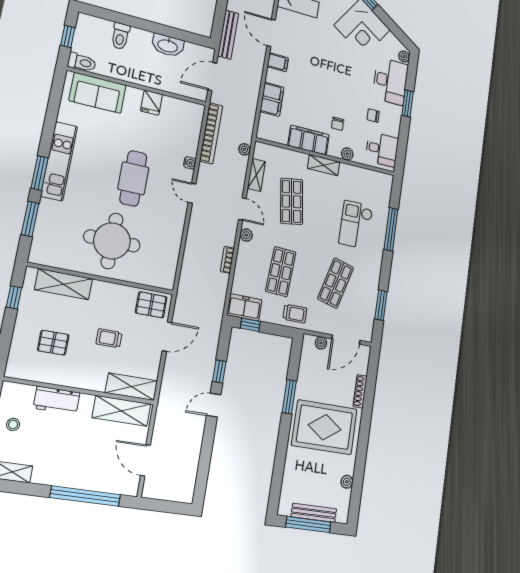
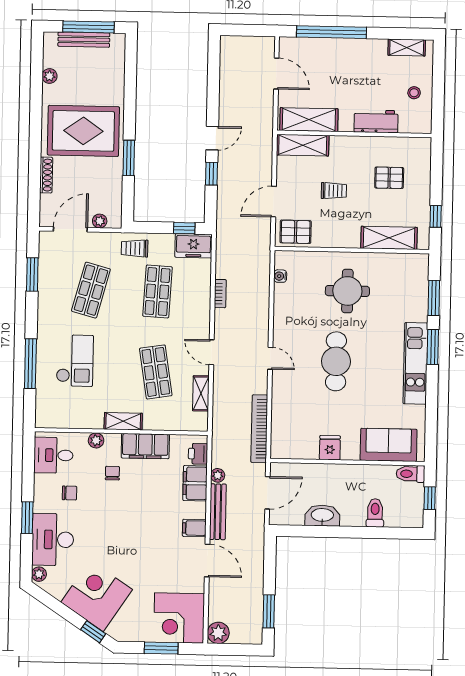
bench: (228, 35) -> (218, 512), moved
printer: (266, 124) -> (198, 454), added
plant: (244, 149) -> (218, 475), moved
water cooler: (190, 163) -> (280, 276), moved
plant: (246, 235) -> (203, 324), removed
round table: (112, 241) -> (347, 291), width x0.73, depth x0.73

